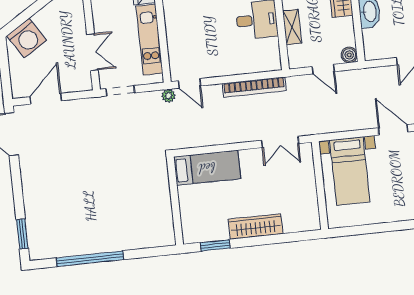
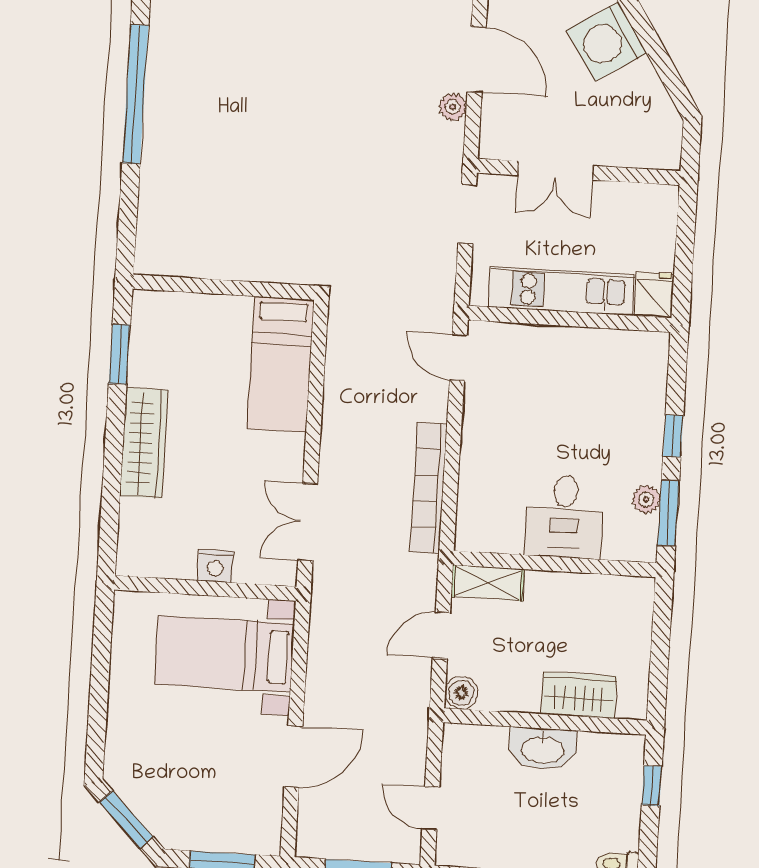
shelving: (292, 27) -> (487, 583), moved
door: (189, 83) -> (458, 357), hinge flipped
plant: (169, 96) -> (453, 107), moved
nightstand: (308, 182) -> (215, 566), added

